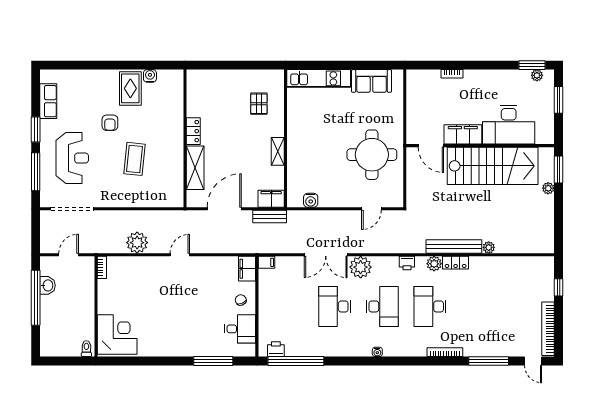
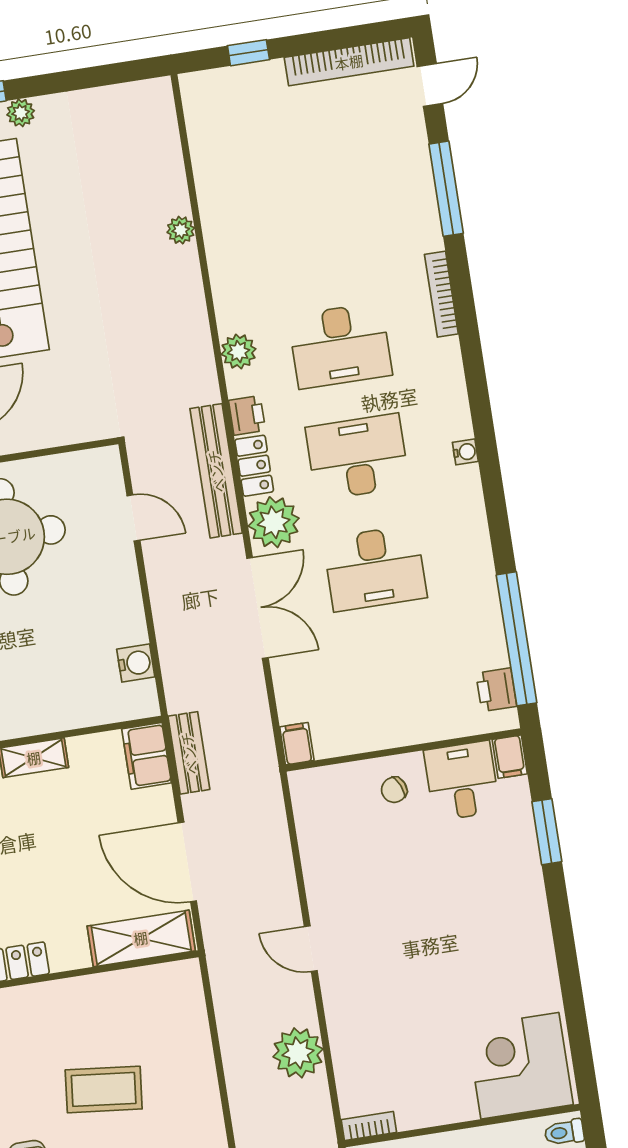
shelving: (195, 168) -> (141, 938), moved
bench: (454, 246) -> (216, 471), moved
locker: (456, 263) -> (254, 466), moved
filing cabinet: (247, 269) -> (510, 757), moved, width x0.50
window: (213, 361) -> (547, 832), width x0.69

